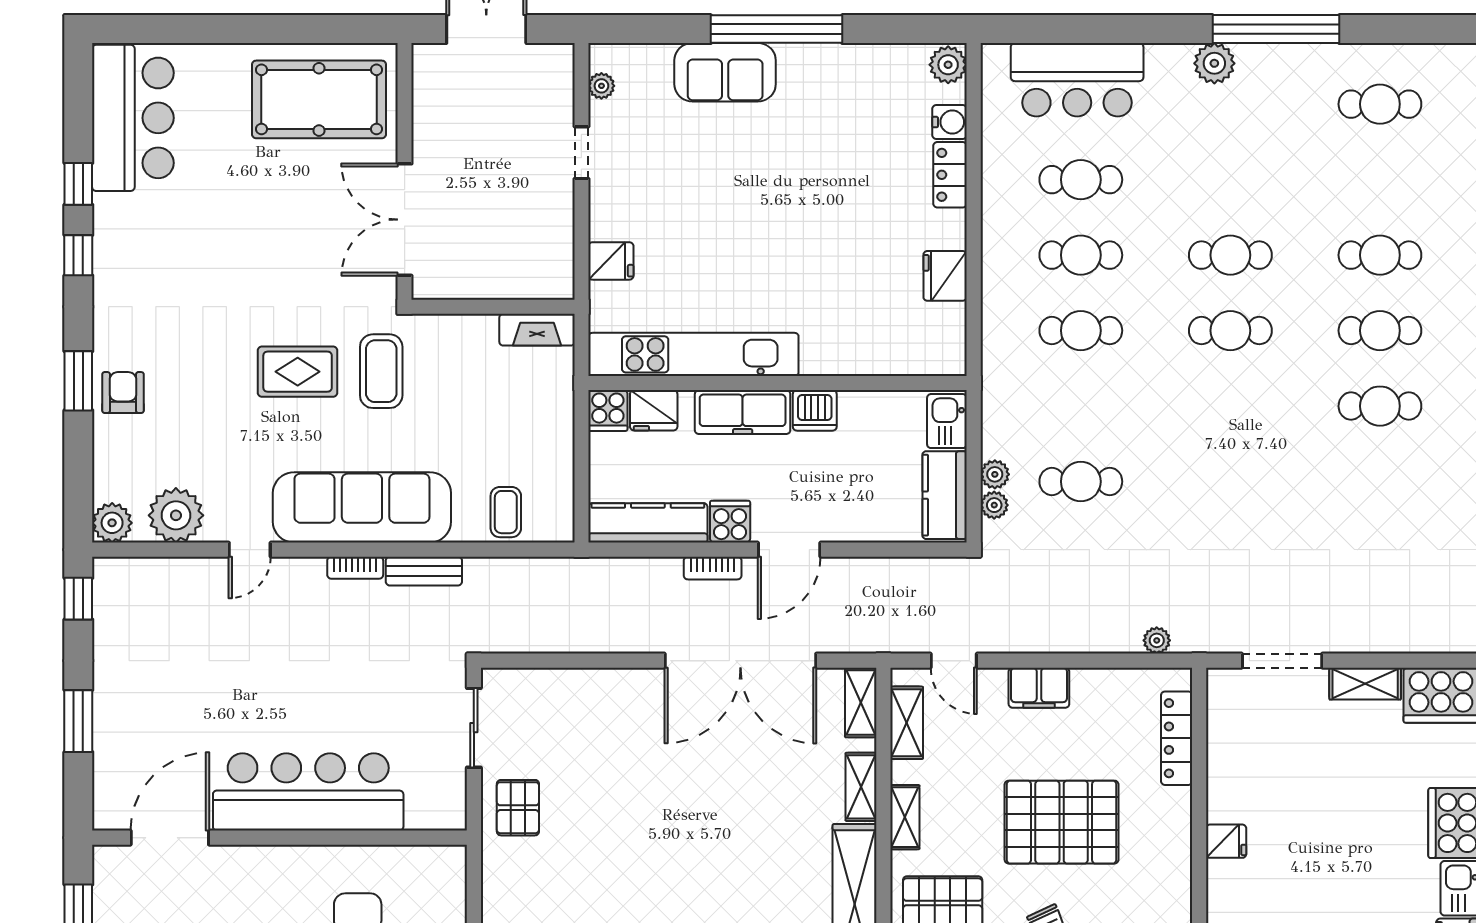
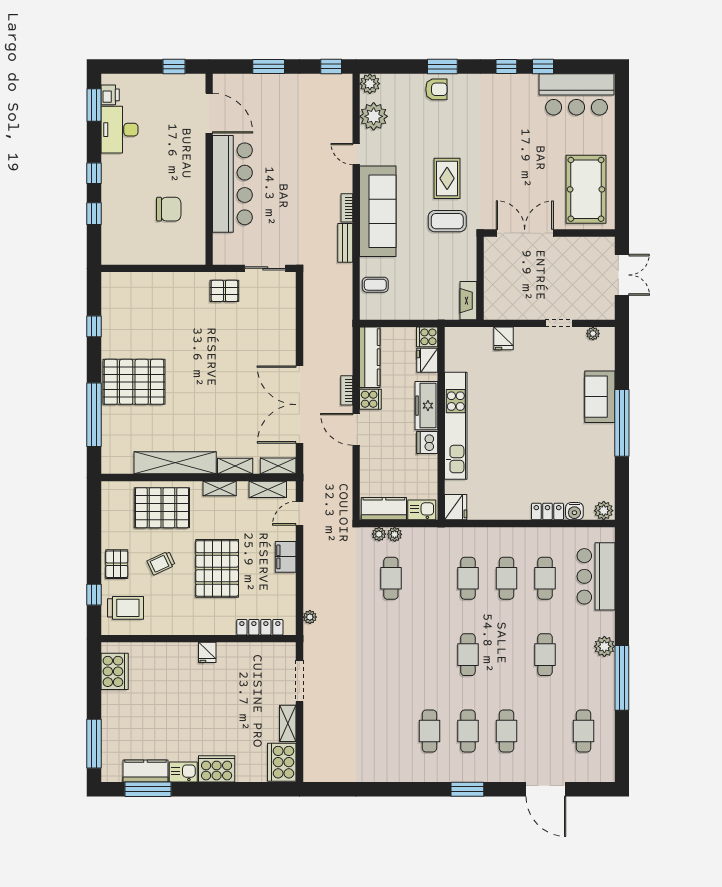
cafe table: (1230, 255) -> (545, 655), moved
fridge: (945, 276) -> (456, 507), moved, turned 90
kitchen unit: (693, 354) -> (456, 426), moved

